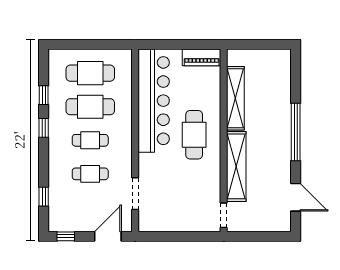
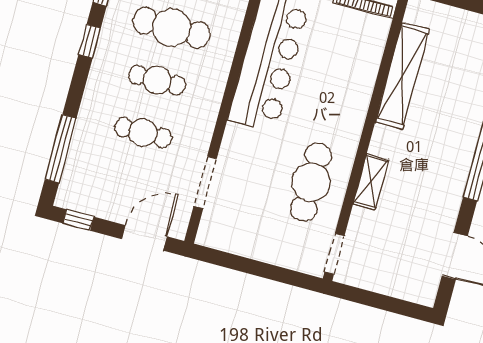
cafe table: (194, 135) -> (311, 182), moved
shelving: (236, 166) -> (371, 182), width x0.45, depth x0.75
window: (44, 197) -> (61, 149), width x2.17

